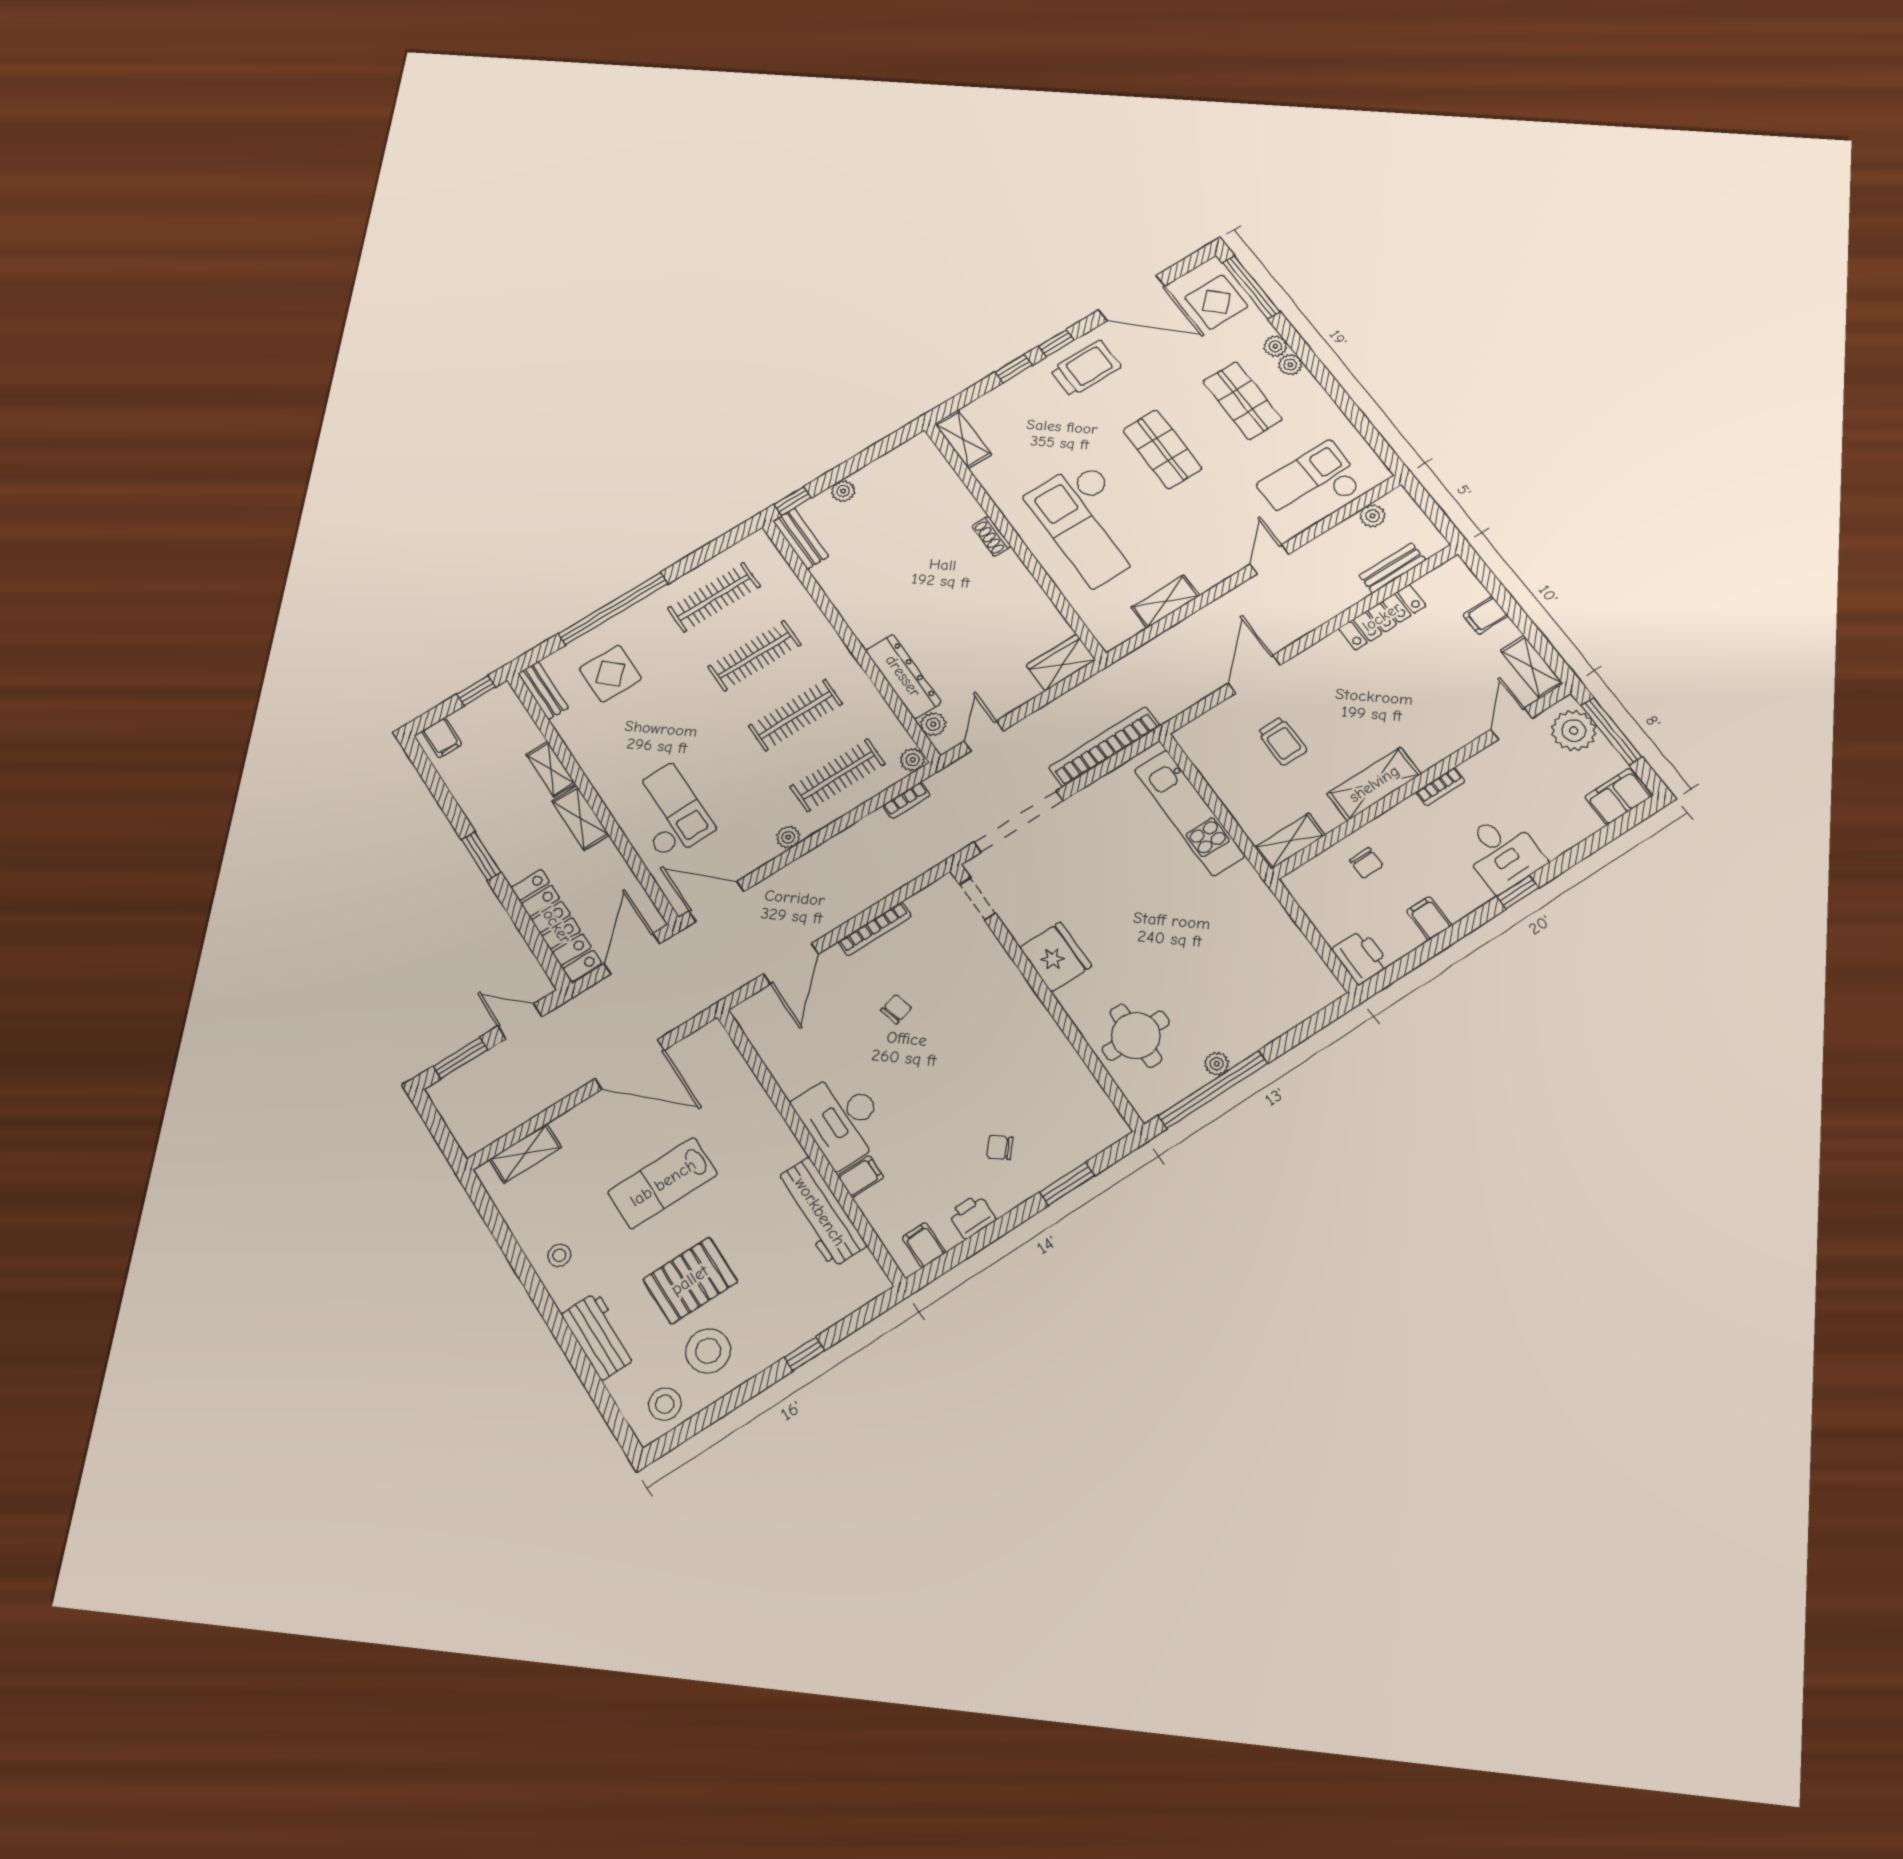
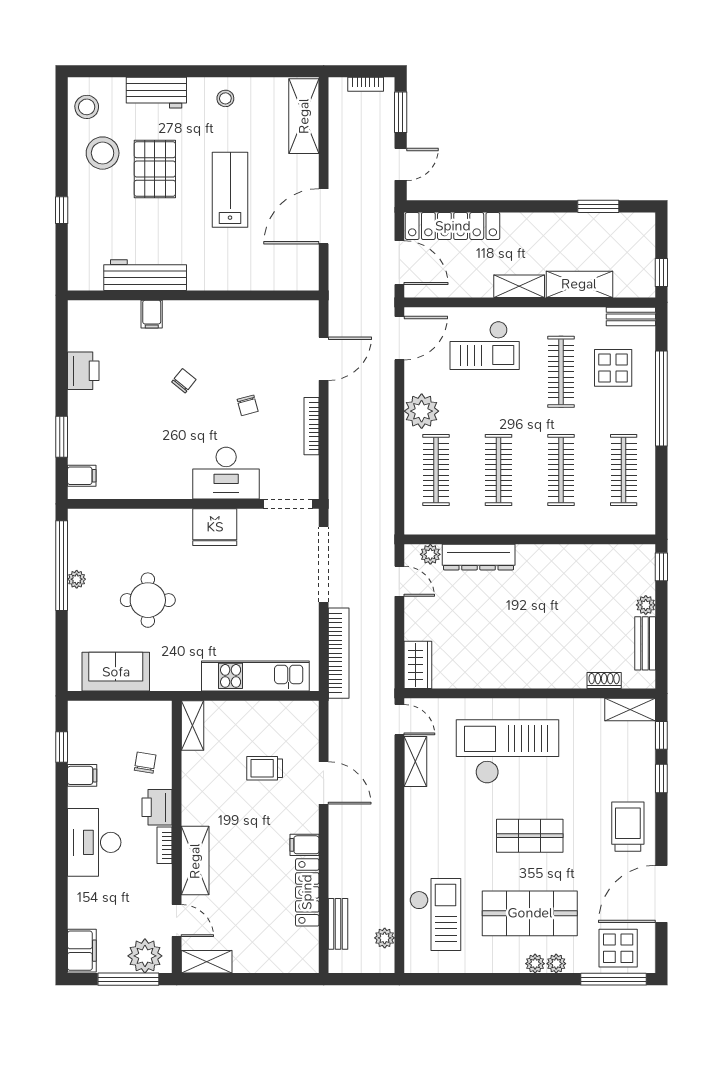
window: (1056, 343) -> (661, 735), moved
trolley: (1086, 368) -> (628, 827), turned 180
shop shelf: (1242, 401) -> (530, 913), width x1.43, depth x1.36
shoe rack: (991, 536) -> (604, 681), moved
bench: (801, 539) -> (645, 643), moved, turned 90
door: (1269, 559) -> (399, 720), moved
filing cabinet: (1485, 615) -> (304, 845), moved, turned -90
clothes rail: (648, 720) -> (561, 372), added
filing cabinet: (442, 738) -> (641, 230), removed
plant: (913, 760) -> (414, 525), removed
shelving: (551, 769) -> (579, 284), width x1.50, depth x1.33
shelving: (1374, 784) -> (195, 861), moved
bookcase: (906, 800) -> (366, 84), moved, turned -90
plant: (788, 837) -> (422, 411), width x1.88, depth x1.88
desk: (1502, 853) -> (94, 842), width x1.37
window: (481, 856) -> (598, 206), moved
chair: (1366, 863) -> (145, 763), turned 99
window: (1518, 892) -> (62, 747), moved
doorway: (978, 899) -> (288, 504), width x1.38
sofa: (1289, 957) -> (116, 672), added
printer: (1361, 957) -> (157, 807), moved, turned 90
door: (791, 964) -> (324, 359), swing flipped
round table: (1136, 1036) -> (148, 600), moved
desk: (842, 1119) -> (226, 473), moved, turned 180
chair: (1000, 1147) -> (184, 381), moved
shelving: (525, 1153) -> (304, 116), width x1.50, depth x1.33
printer: (972, 1216) -> (83, 371), width x1.36, depth x1.24
filing cabinet: (924, 1245) -> (82, 476), moved

